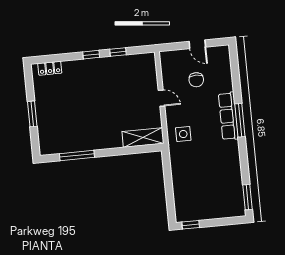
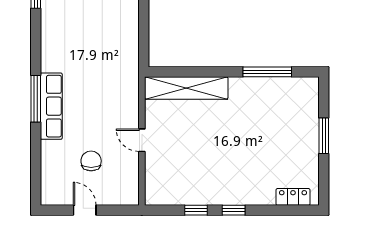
side table: (183, 134) -> (116, 87), removed
shelving: (143, 137) -> (186, 88), width x1.47

